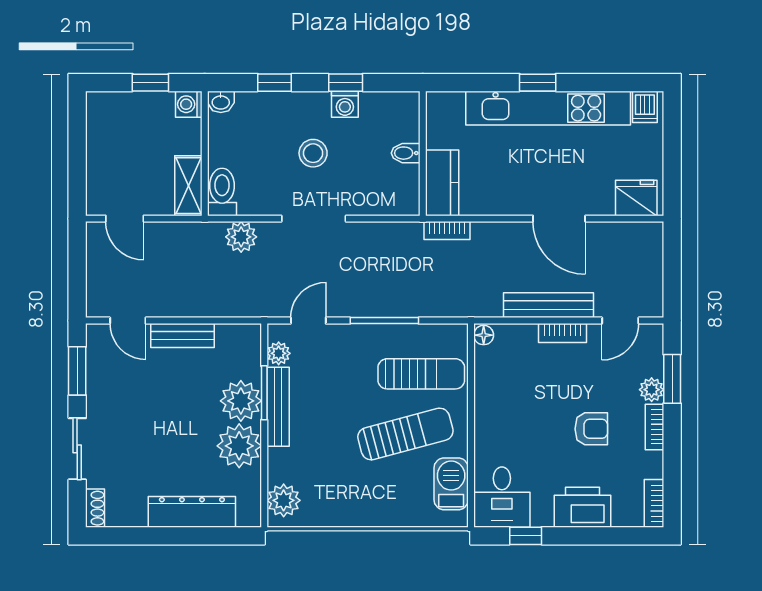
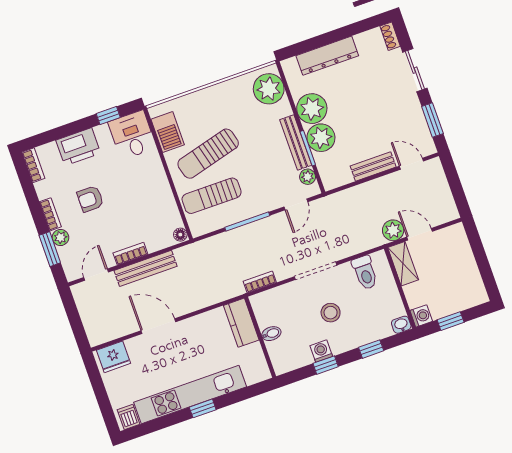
toilet: (222, 192) -> (365, 273), moved
door: (125, 219) -> (420, 234), moved
bookcase: (447, 231) -> (260, 282), moved
plant: (241, 237) -> (393, 230), moved
plant: (284, 500) -> (269, 89), width x1.36, depth x1.36

